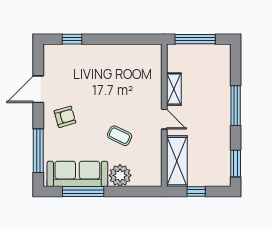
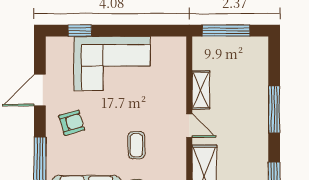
corner sofa: (99, 67) -> (112, 63), added
coffee table: (120, 136) -> (136, 145), turned 64

